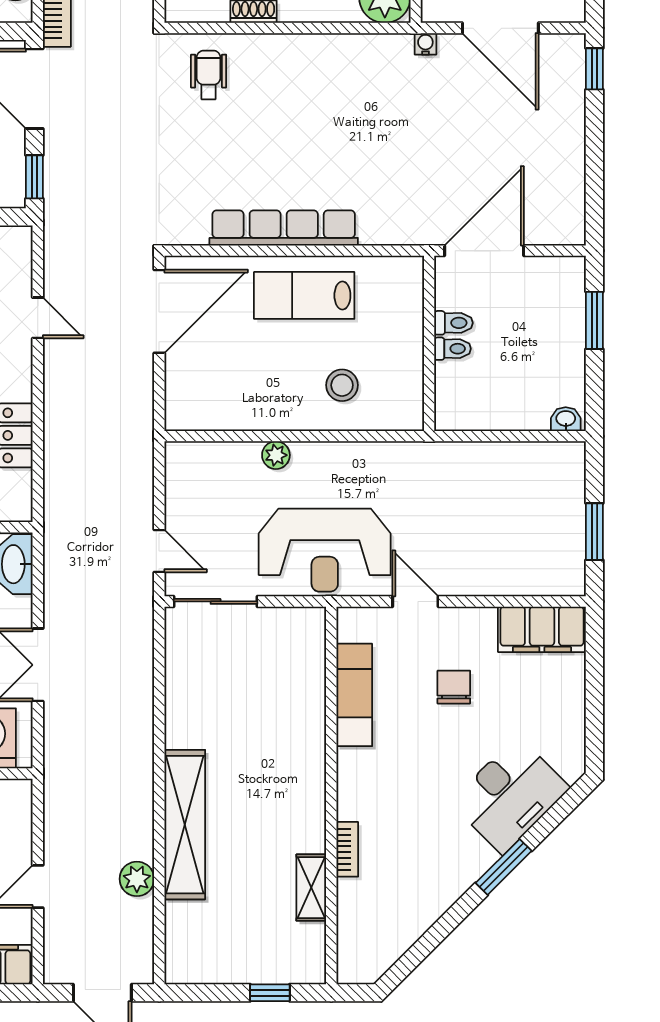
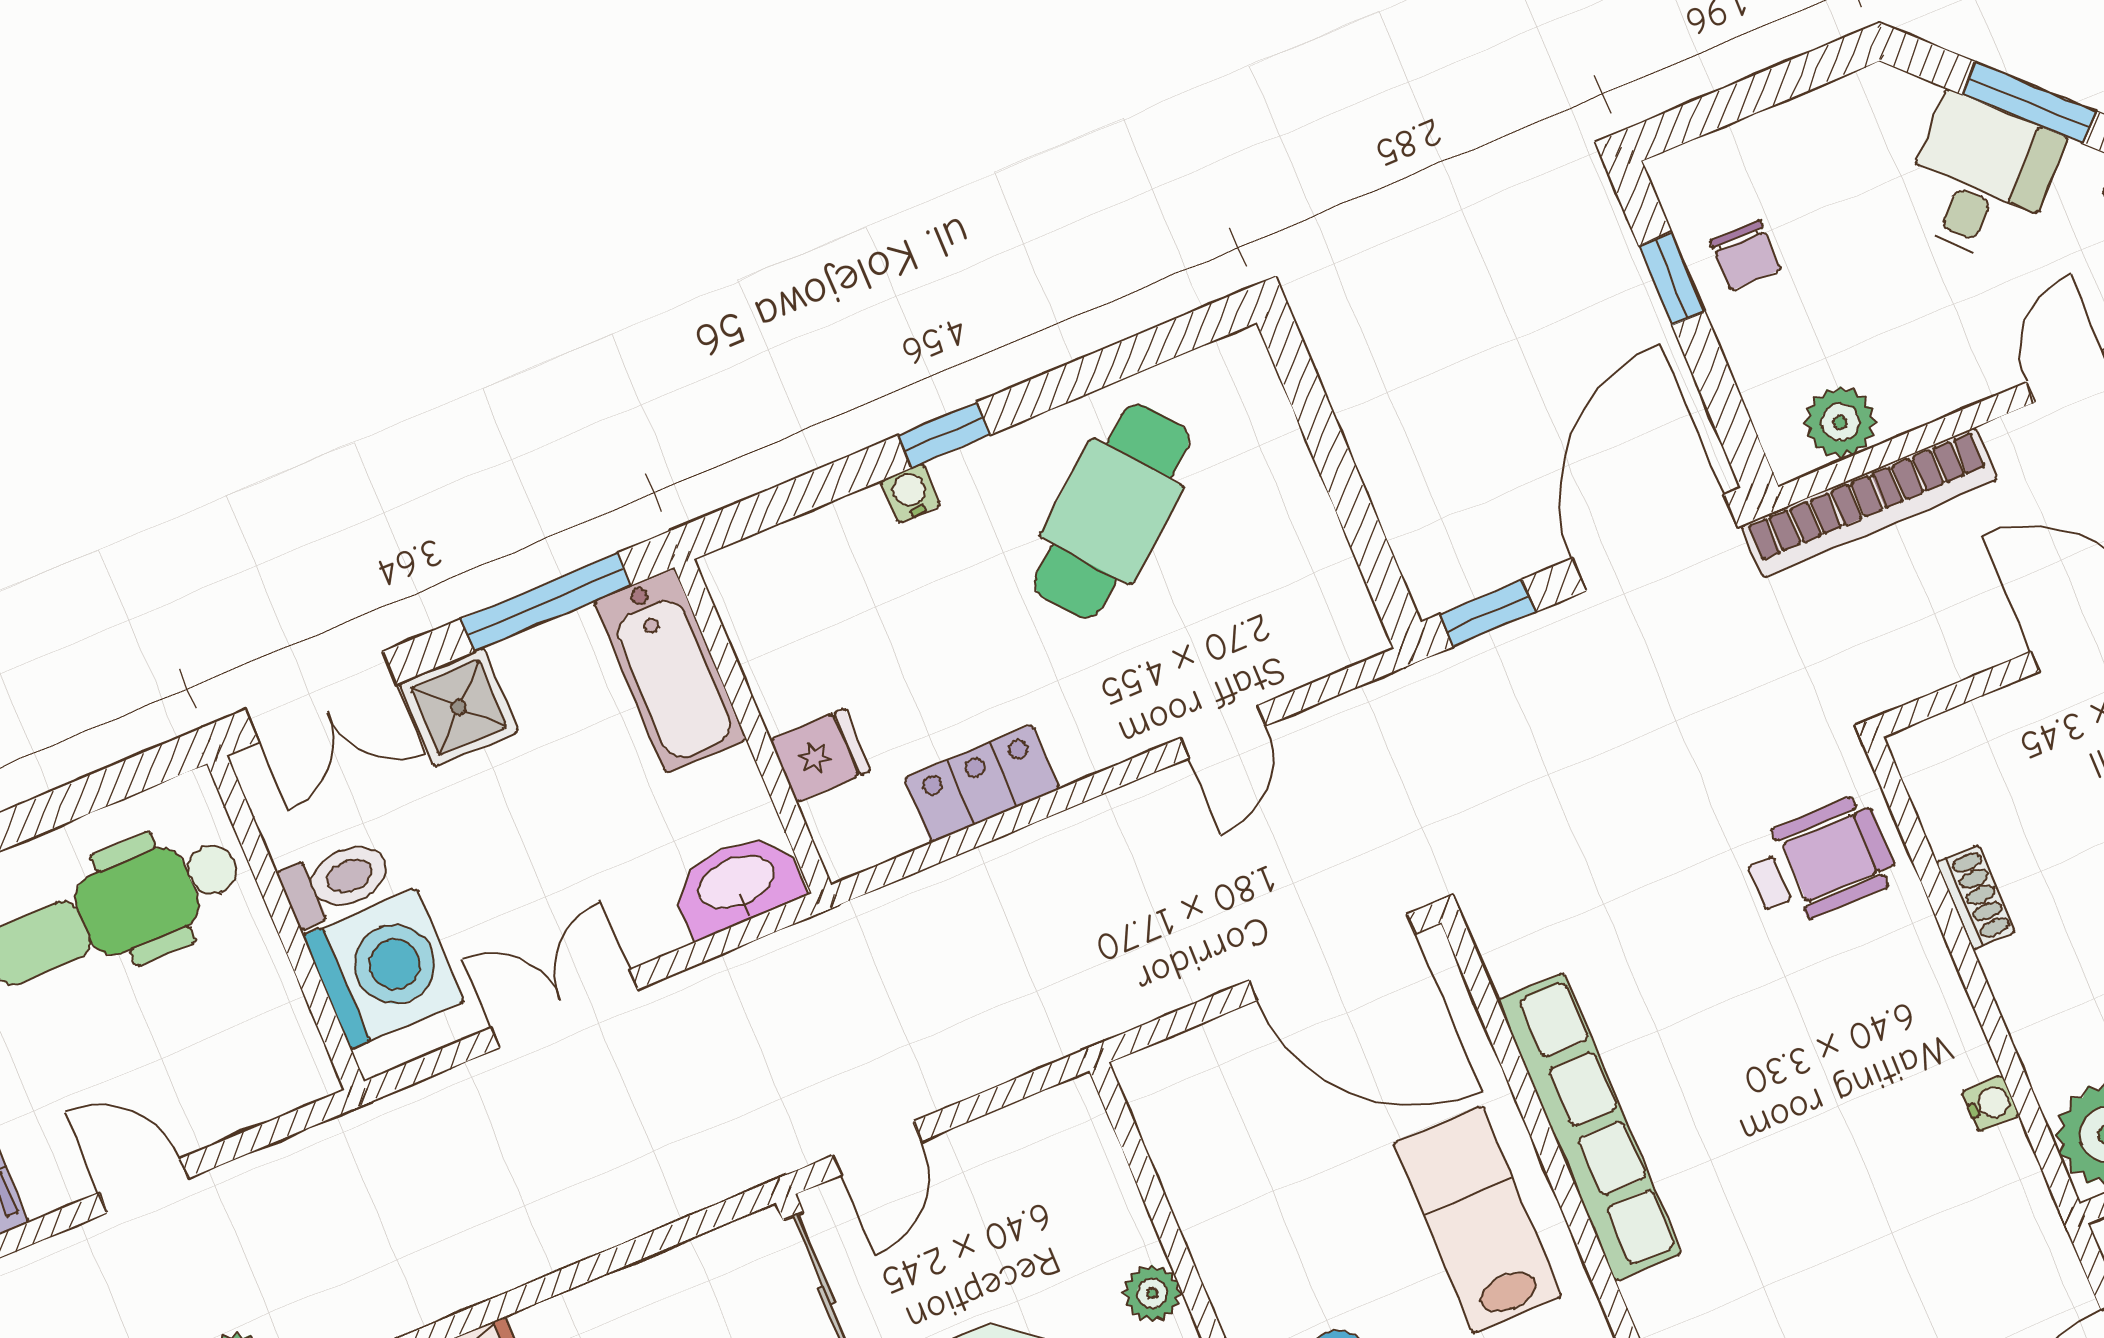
water cooler: (425, 44) -> (1991, 1104), moved
wheelchair: (209, 75) -> (1820, 862), width x1.36, depth x1.37

